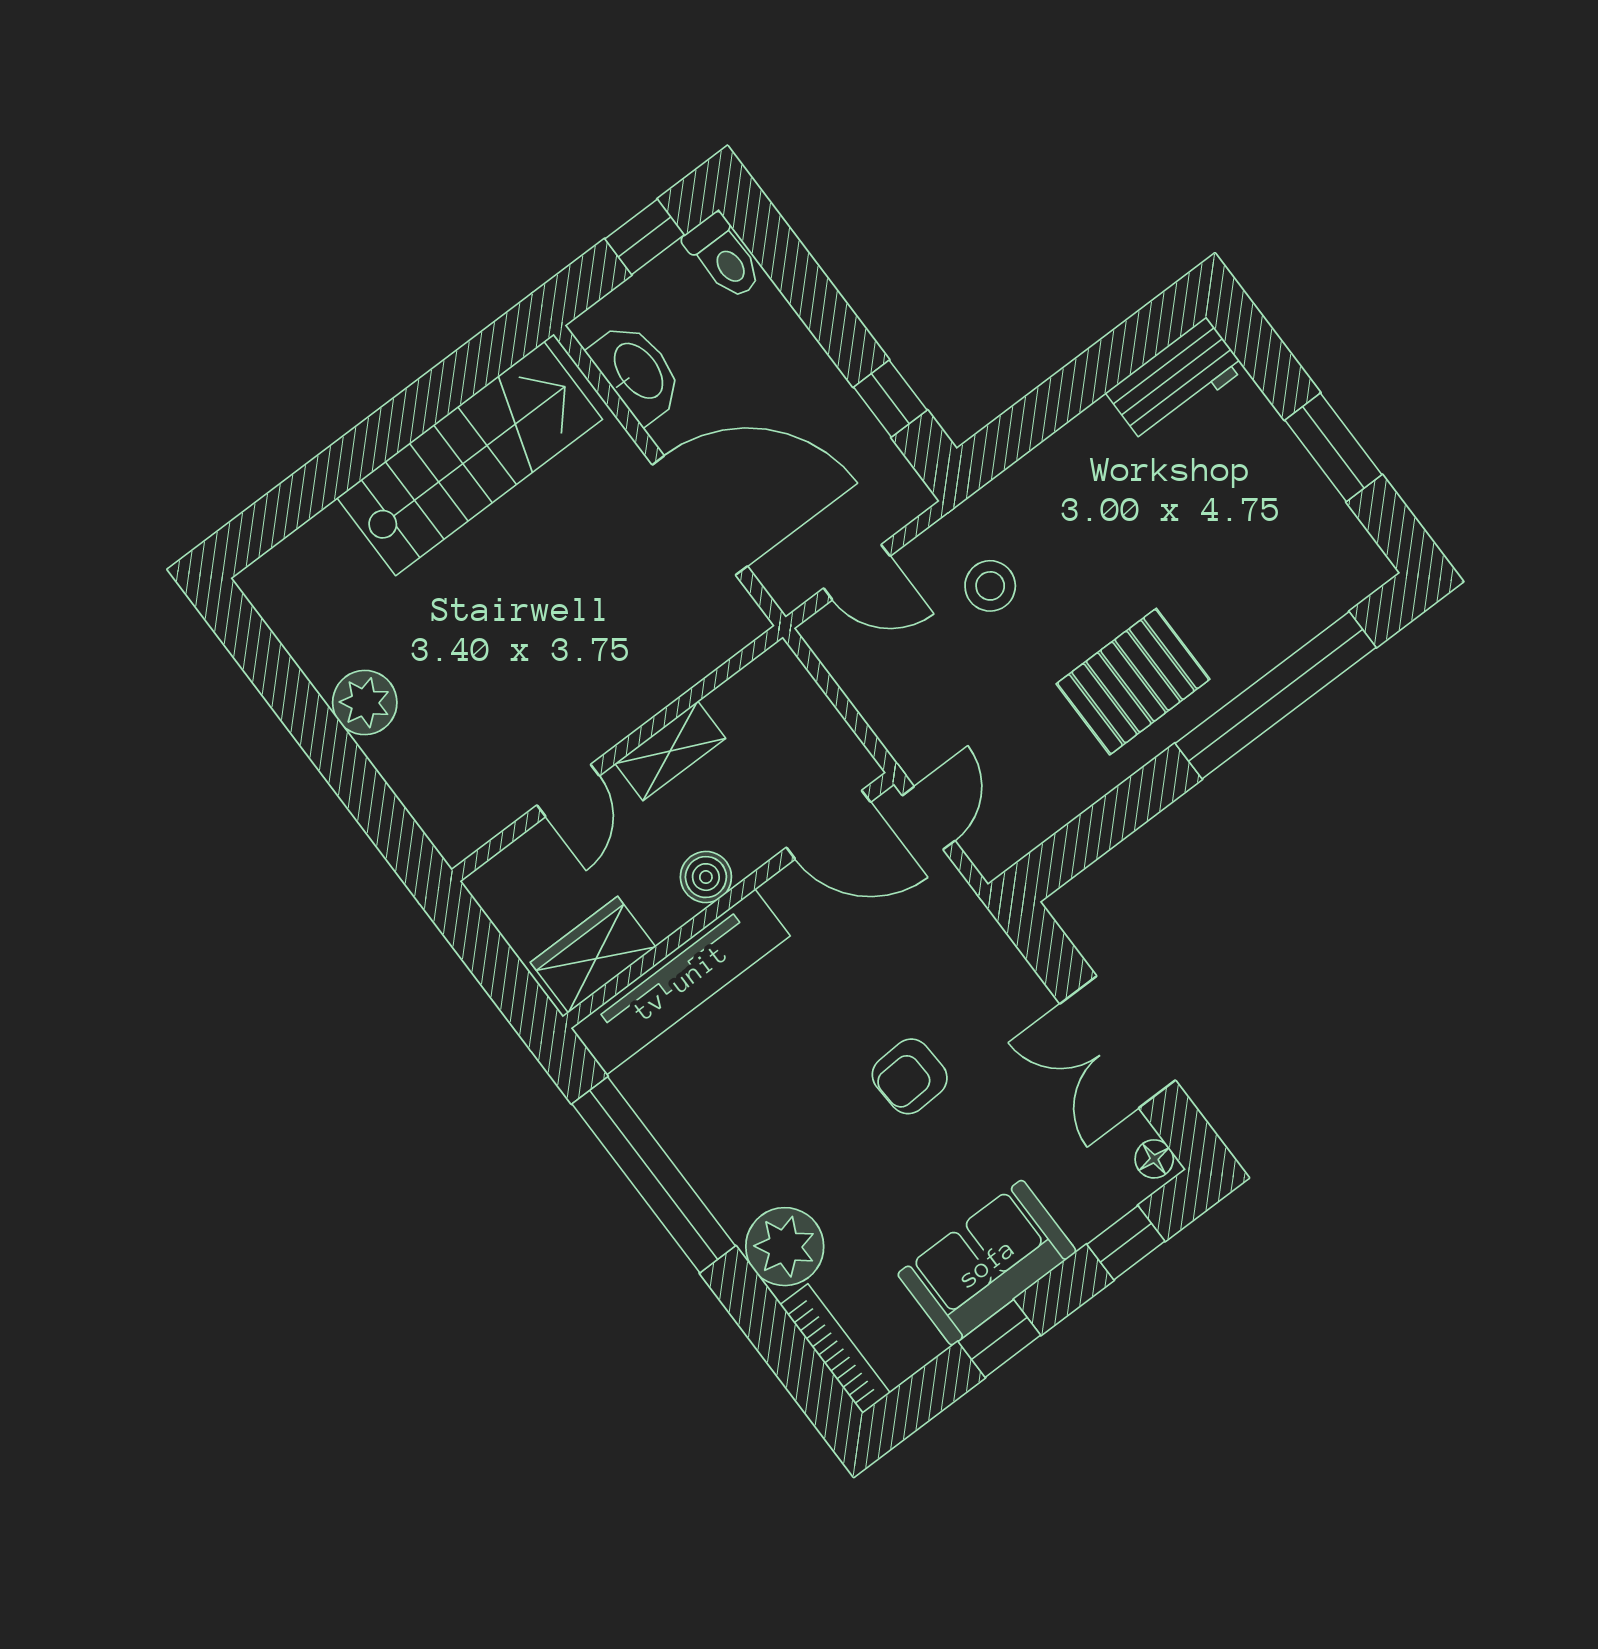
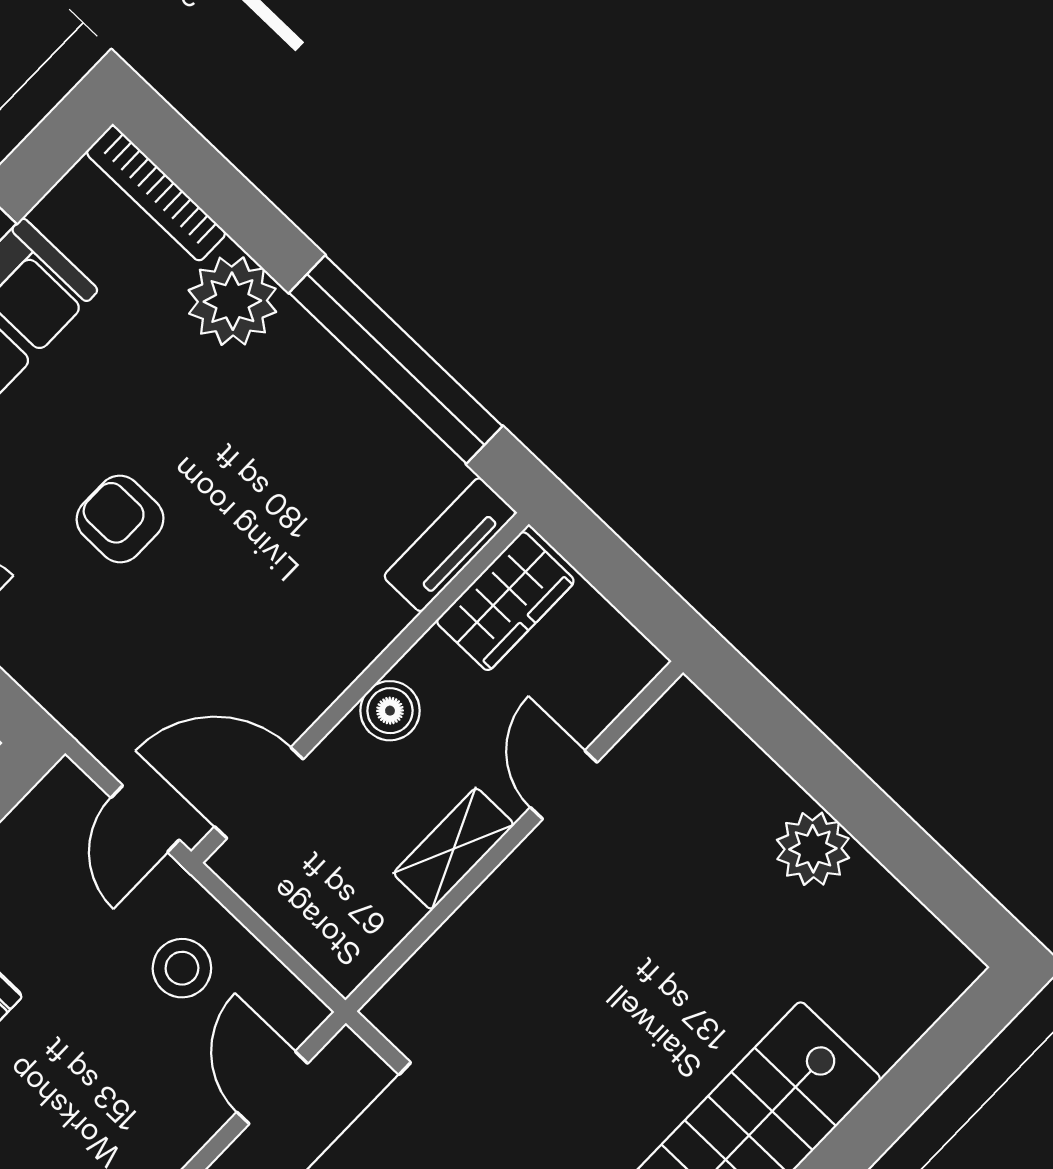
door: (857, 572) -> (272, 1088), hinge flipped
stool: (990, 586) -> (182, 968), moved
tv unit: (681, 982) -> (450, 545), width x0.52, depth x0.78
armchair: (910, 1076) -> (120, 519), turned -87

